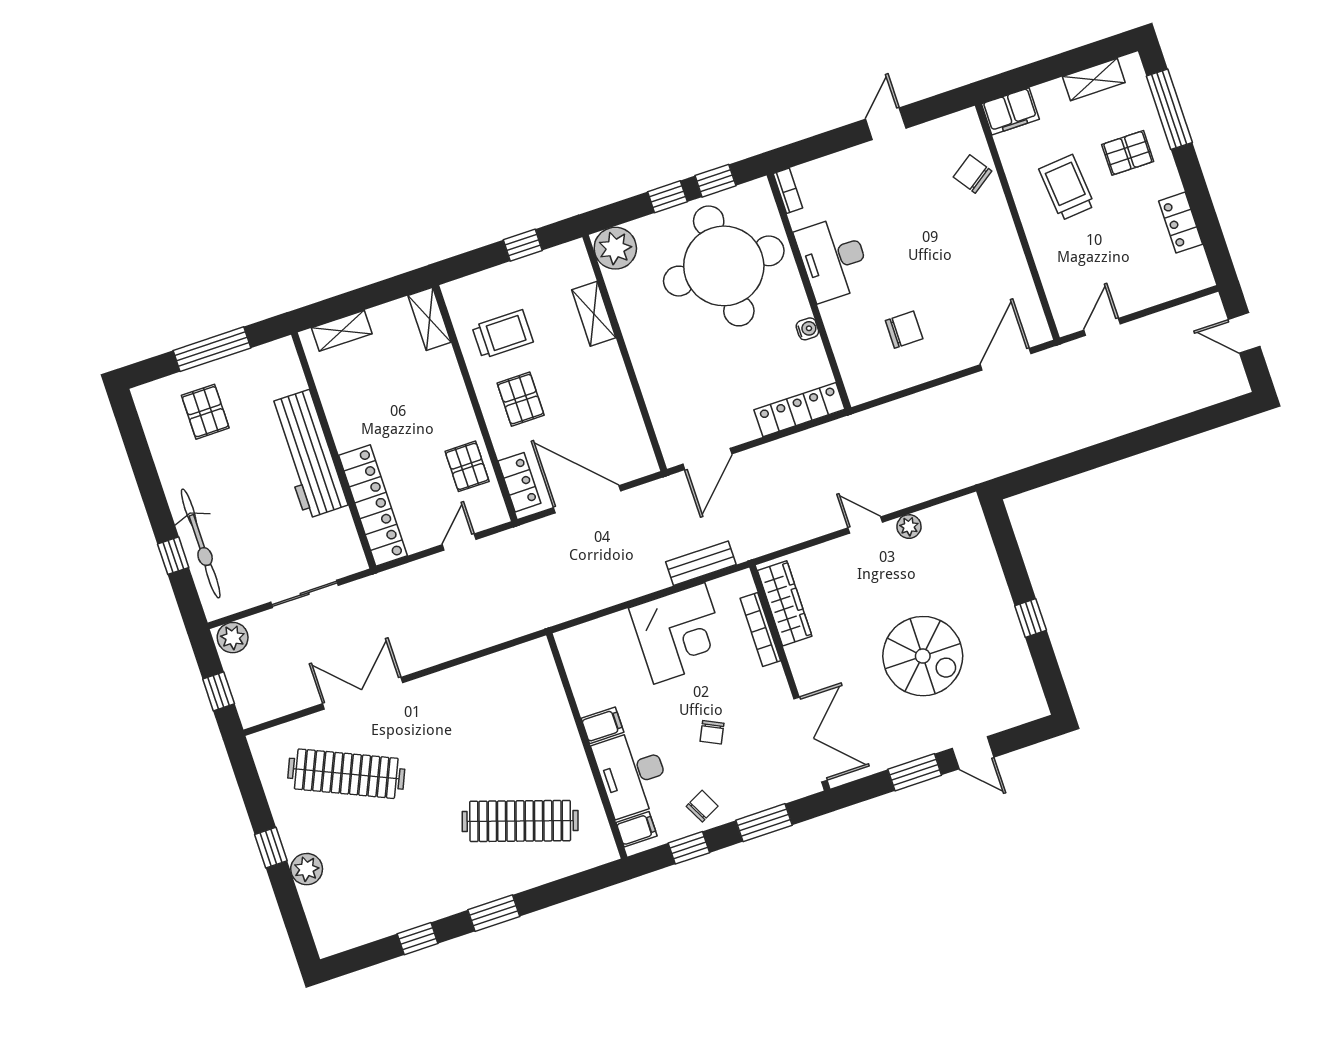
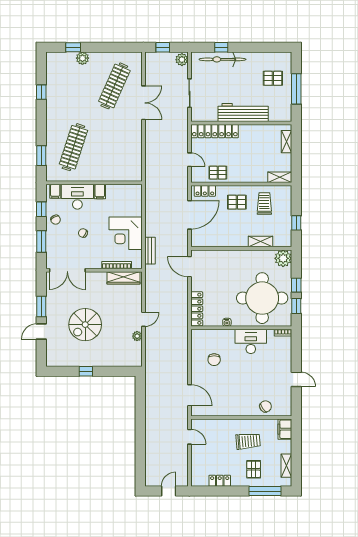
trolley: (503, 334) -> (264, 204), turned 180
window: (271, 848) -> (73, 47), moved
window: (494, 913) -> (41, 156), moved

